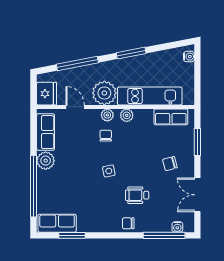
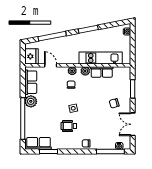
plant: (104, 93) -> (70, 56), removed
row of seats: (171, 117) -> (102, 72), moved
wheelchair: (137, 195) -> (69, 126), moved

